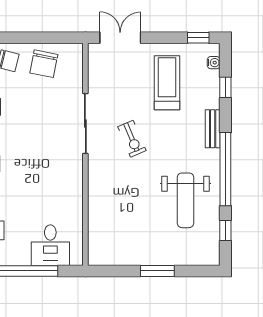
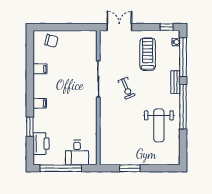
chair: (44, 64) -> (73, 43), removed
window: (225, 87) -> (183, 57), width x3.17
window: (225, 230) -> (183, 144), removed
window: (157, 271) -> (130, 168), moved

